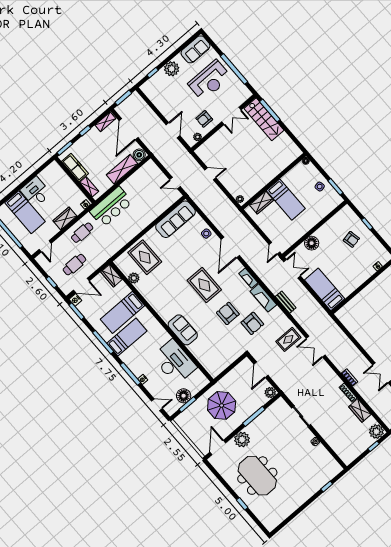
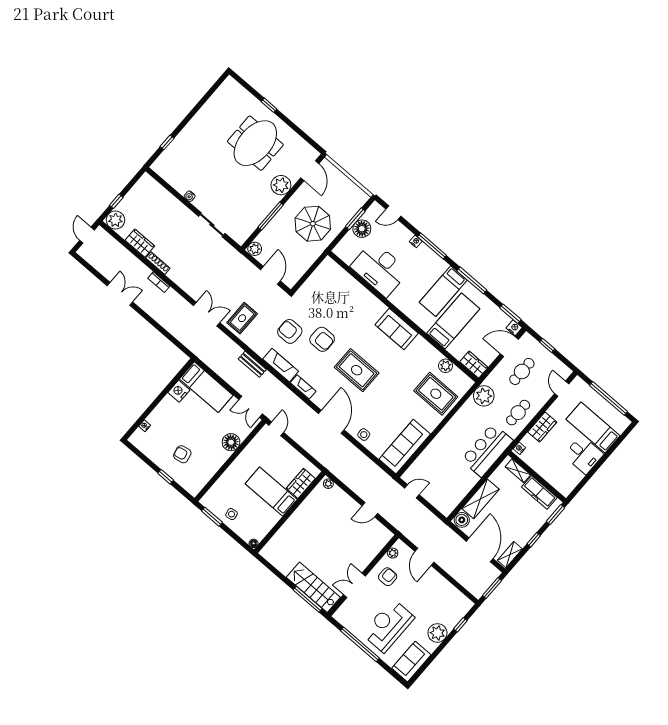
plant: (107, 250) -> (484, 396), added
nightstand: (347, 289) -> (179, 391), added
sofa: (183, 330) -> (397, 329), moved
meeting table: (257, 476) -> (255, 143), turned 90

